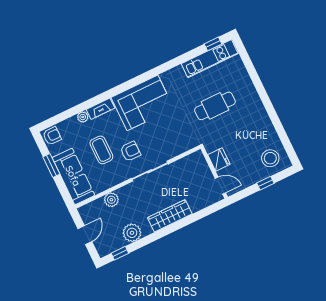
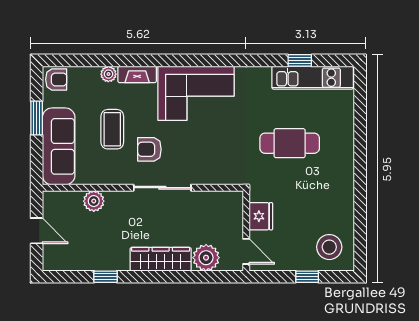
window: (213, 44) -> (300, 60), moved
armchair: (130, 151) -> (149, 149), turned 180
plant: (132, 233) -> (206, 258), moved
door: (85, 235) -> (37, 231), hinge flipped
window: (120, 253) -> (105, 277), moved

